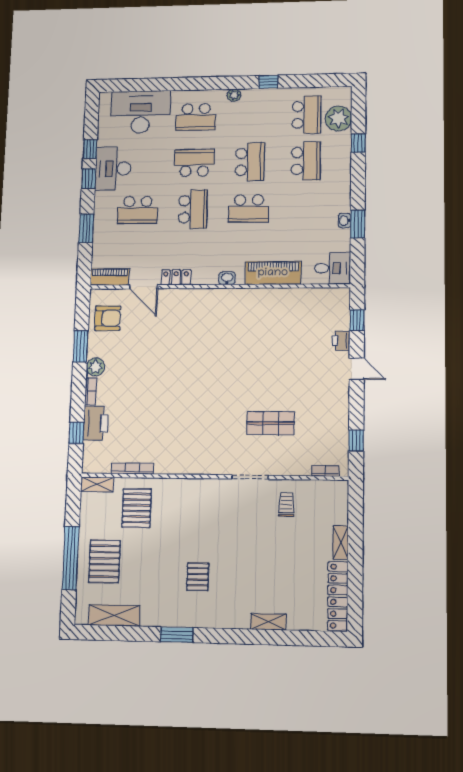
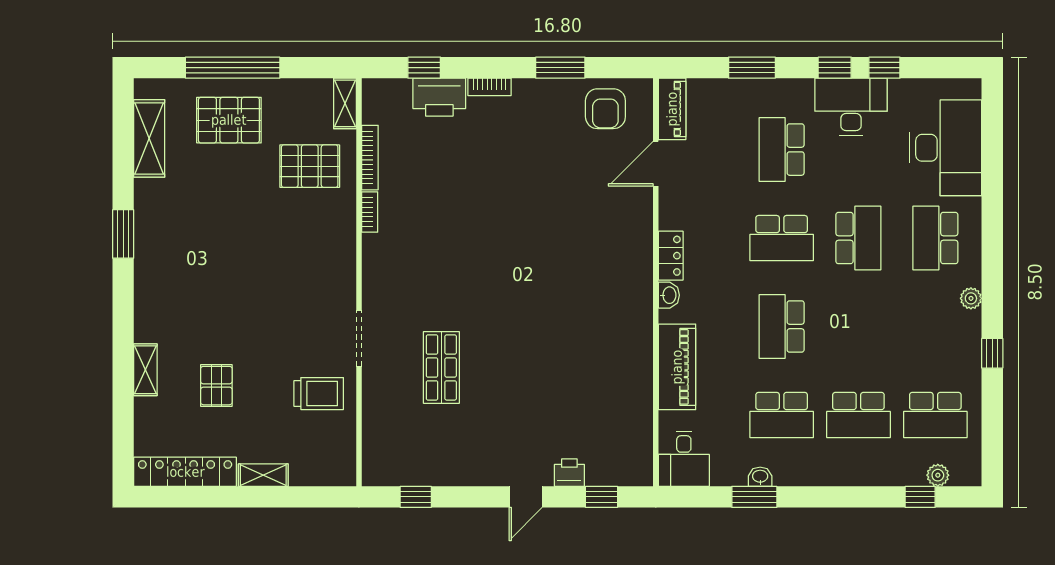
plant: (338, 118) -> (938, 475), width x0.53, depth x0.53
window: (358, 143) -> (920, 497), moved
school desk: (250, 162) -> (782, 415), moved
locker: (176, 277) -> (671, 256), moved
plant: (95, 367) -> (528, 93), removed
bookcase: (325, 471) -> (370, 212), moved
trolley: (286, 504) -> (319, 394), width x1.36, depth x1.39
pallet: (198, 577) -> (216, 386), moved, turned 90

